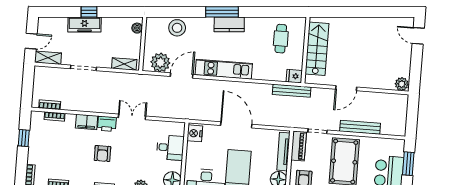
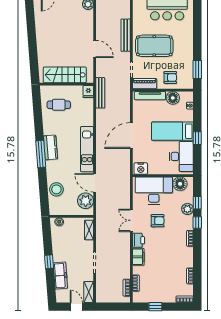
freezer: (85, 24) -> (60, 276), moved
desk: (170, 148) -> (154, 191), width x1.87, depth x1.30
armchair: (102, 153) -> (158, 221), moved

